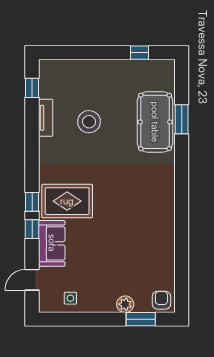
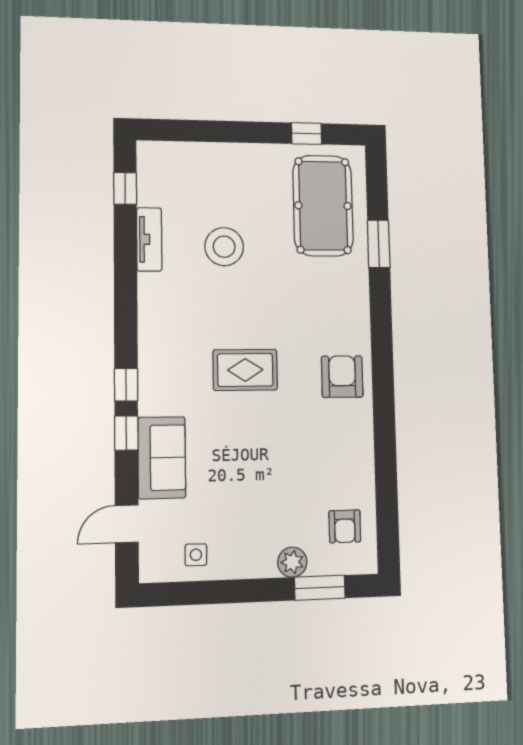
pool table: (155, 122) -> (323, 206), moved
armchair: (157, 199) -> (342, 377), added
rug: (67, 201) -> (245, 370), moved, width x0.73, depth x0.70
armchair: (161, 300) -> (345, 526), moved, turned 180

